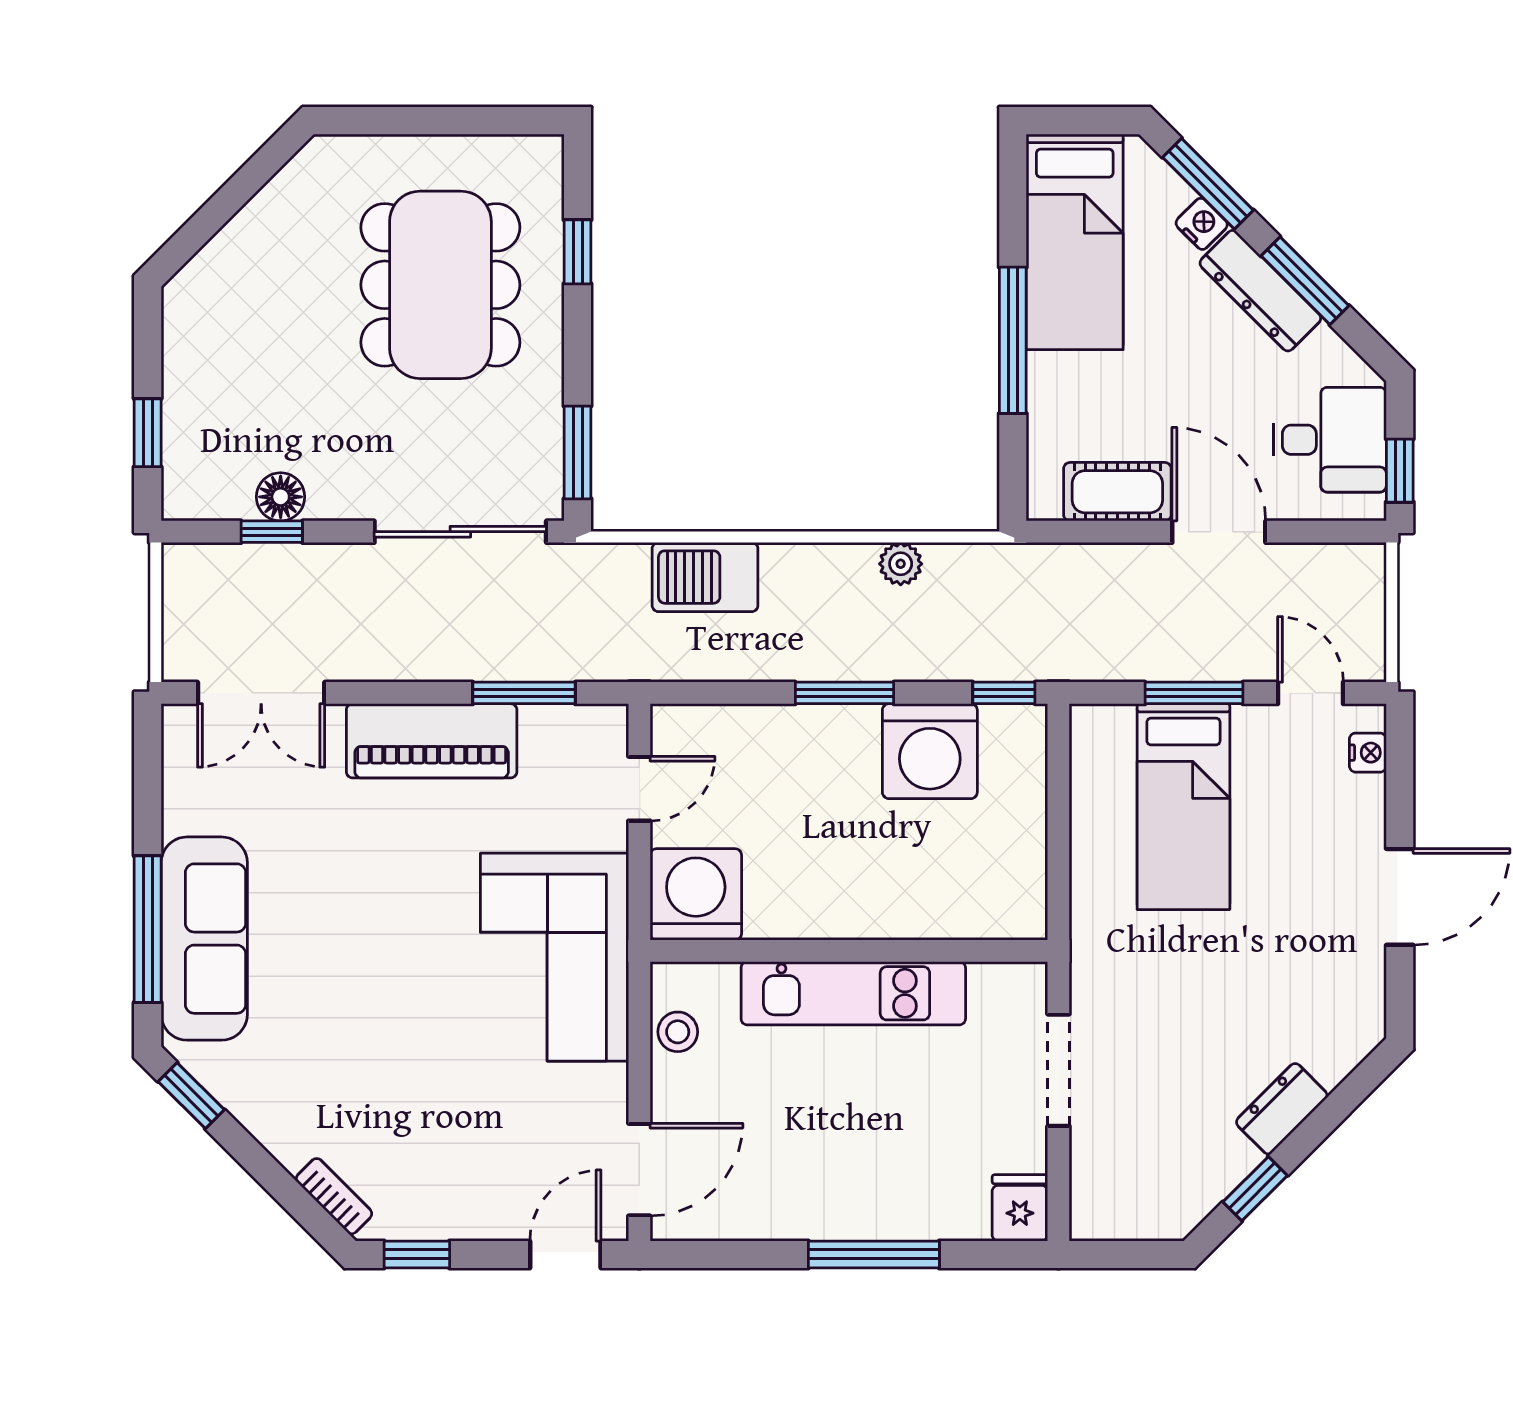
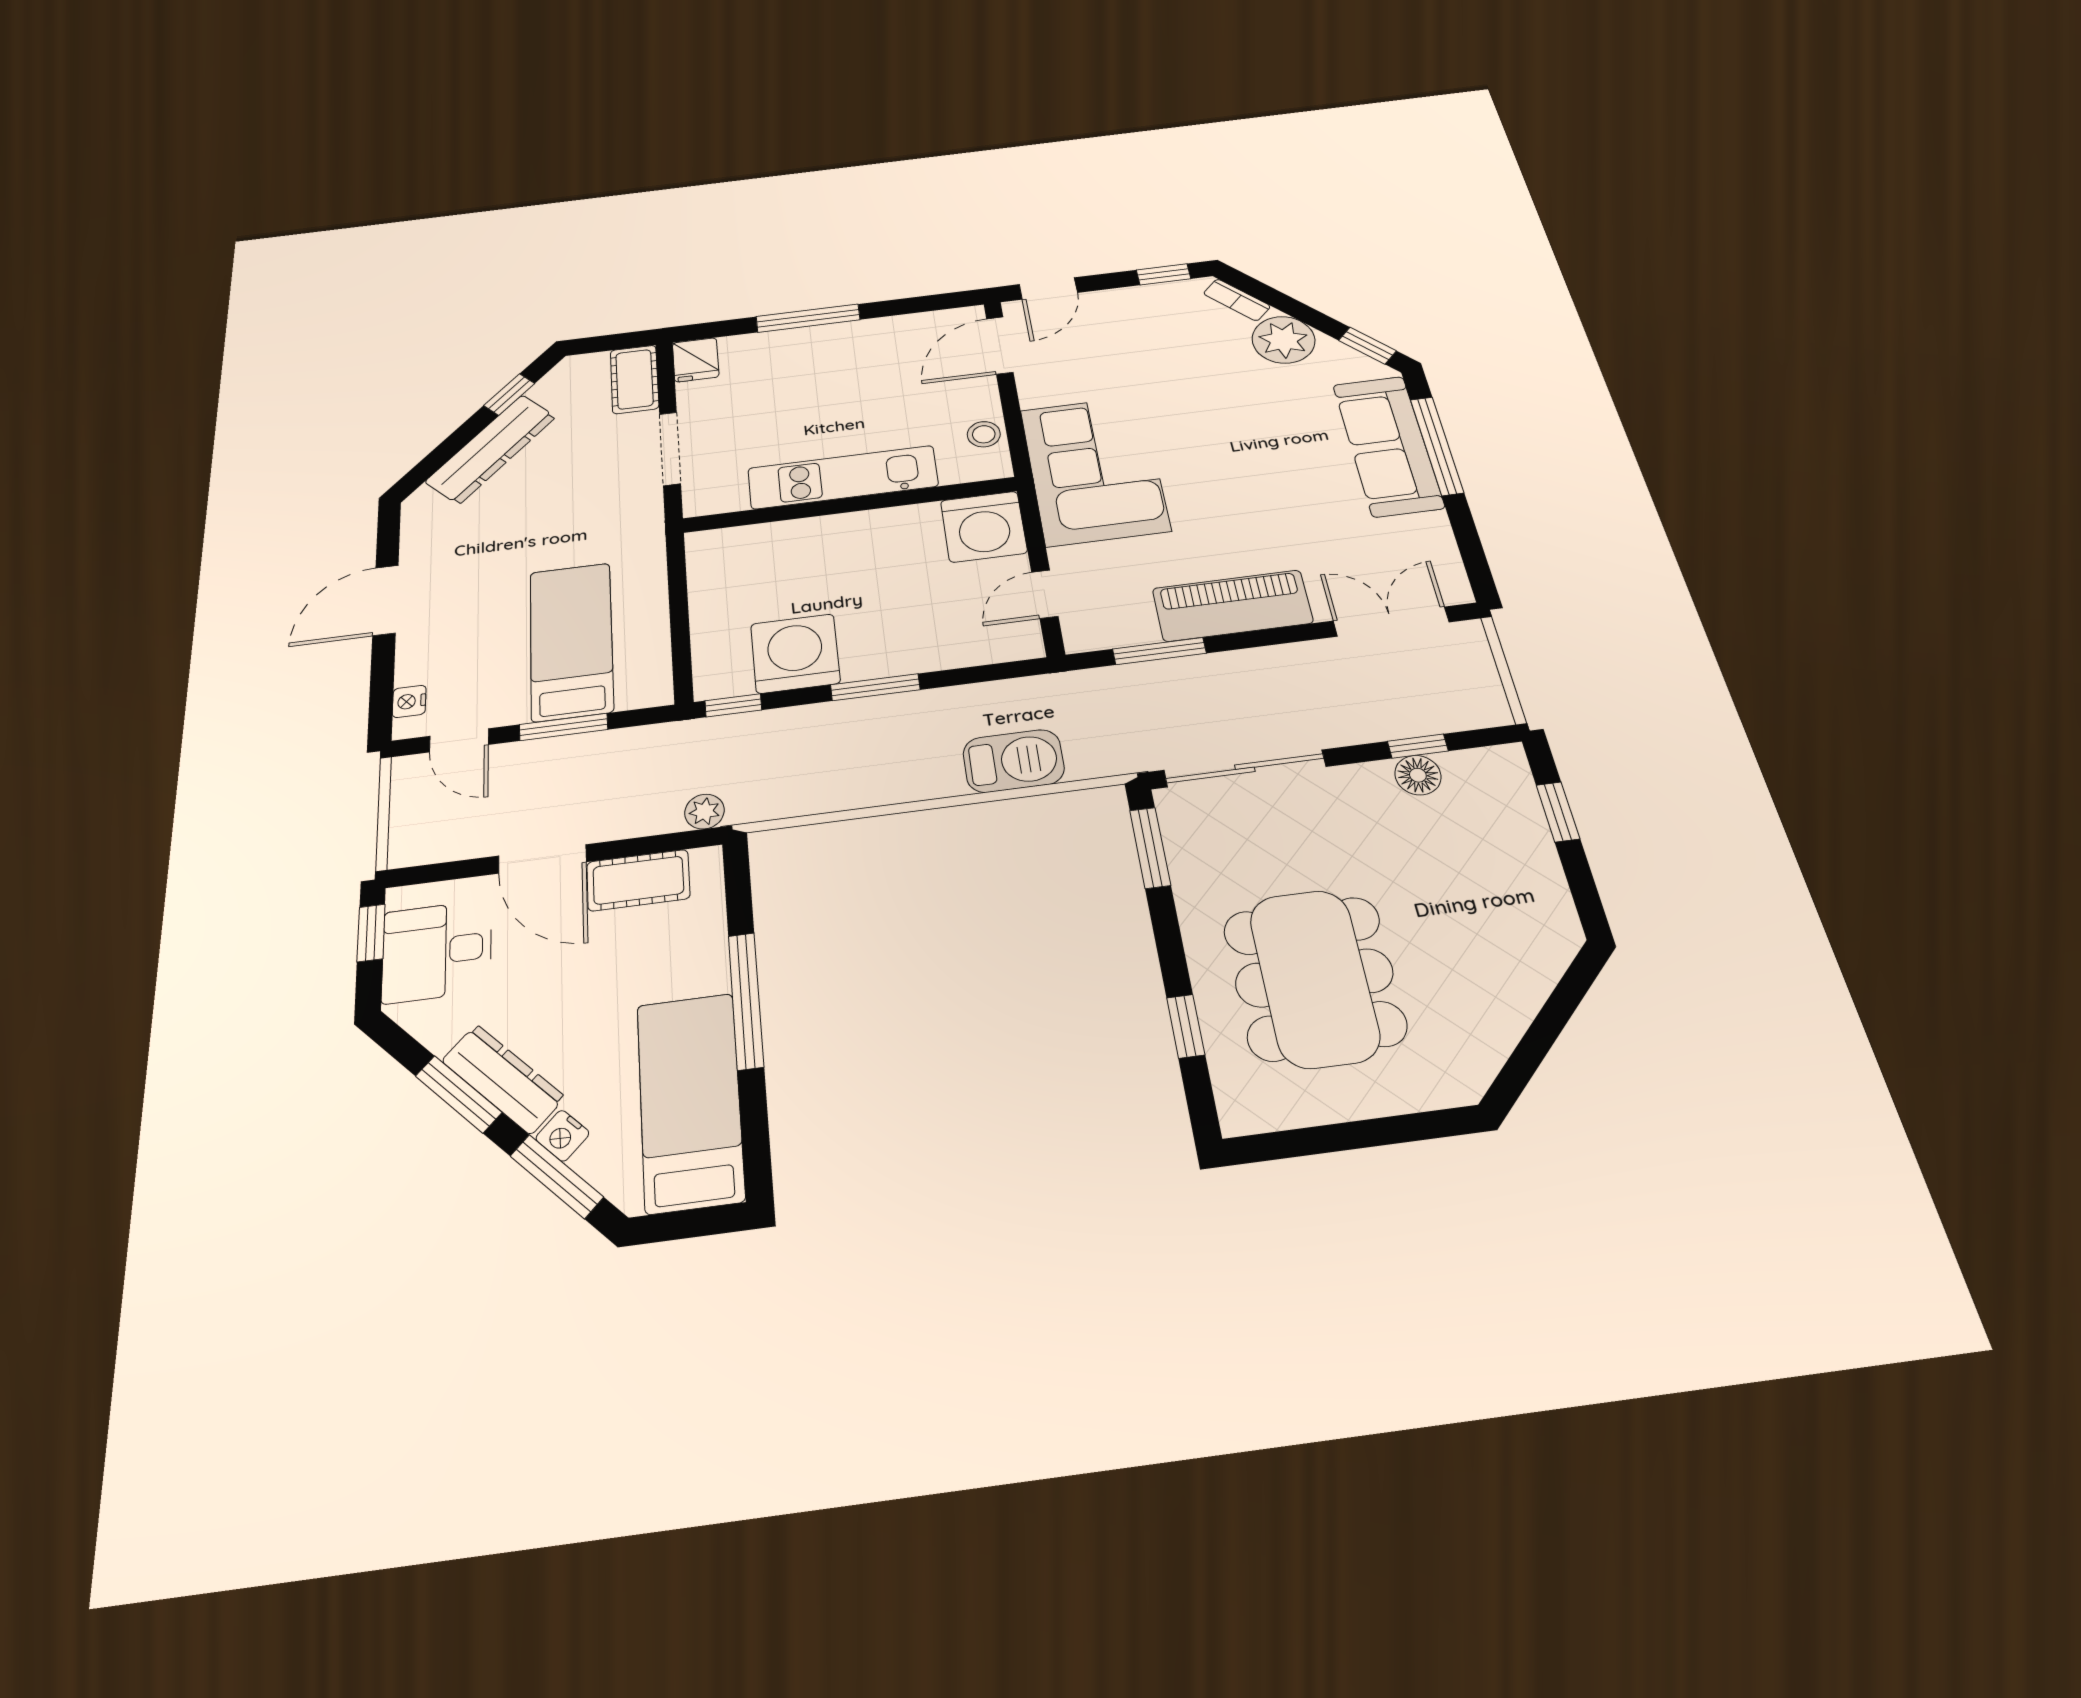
plant: (901, 564) -> (704, 812), moved
dresser: (1282, 1109) -> (491, 449), width x1.96, depth x1.24
plant: (291, 1122) -> (1284, 340), added
cot: (1098, 1188) -> (634, 379), added

